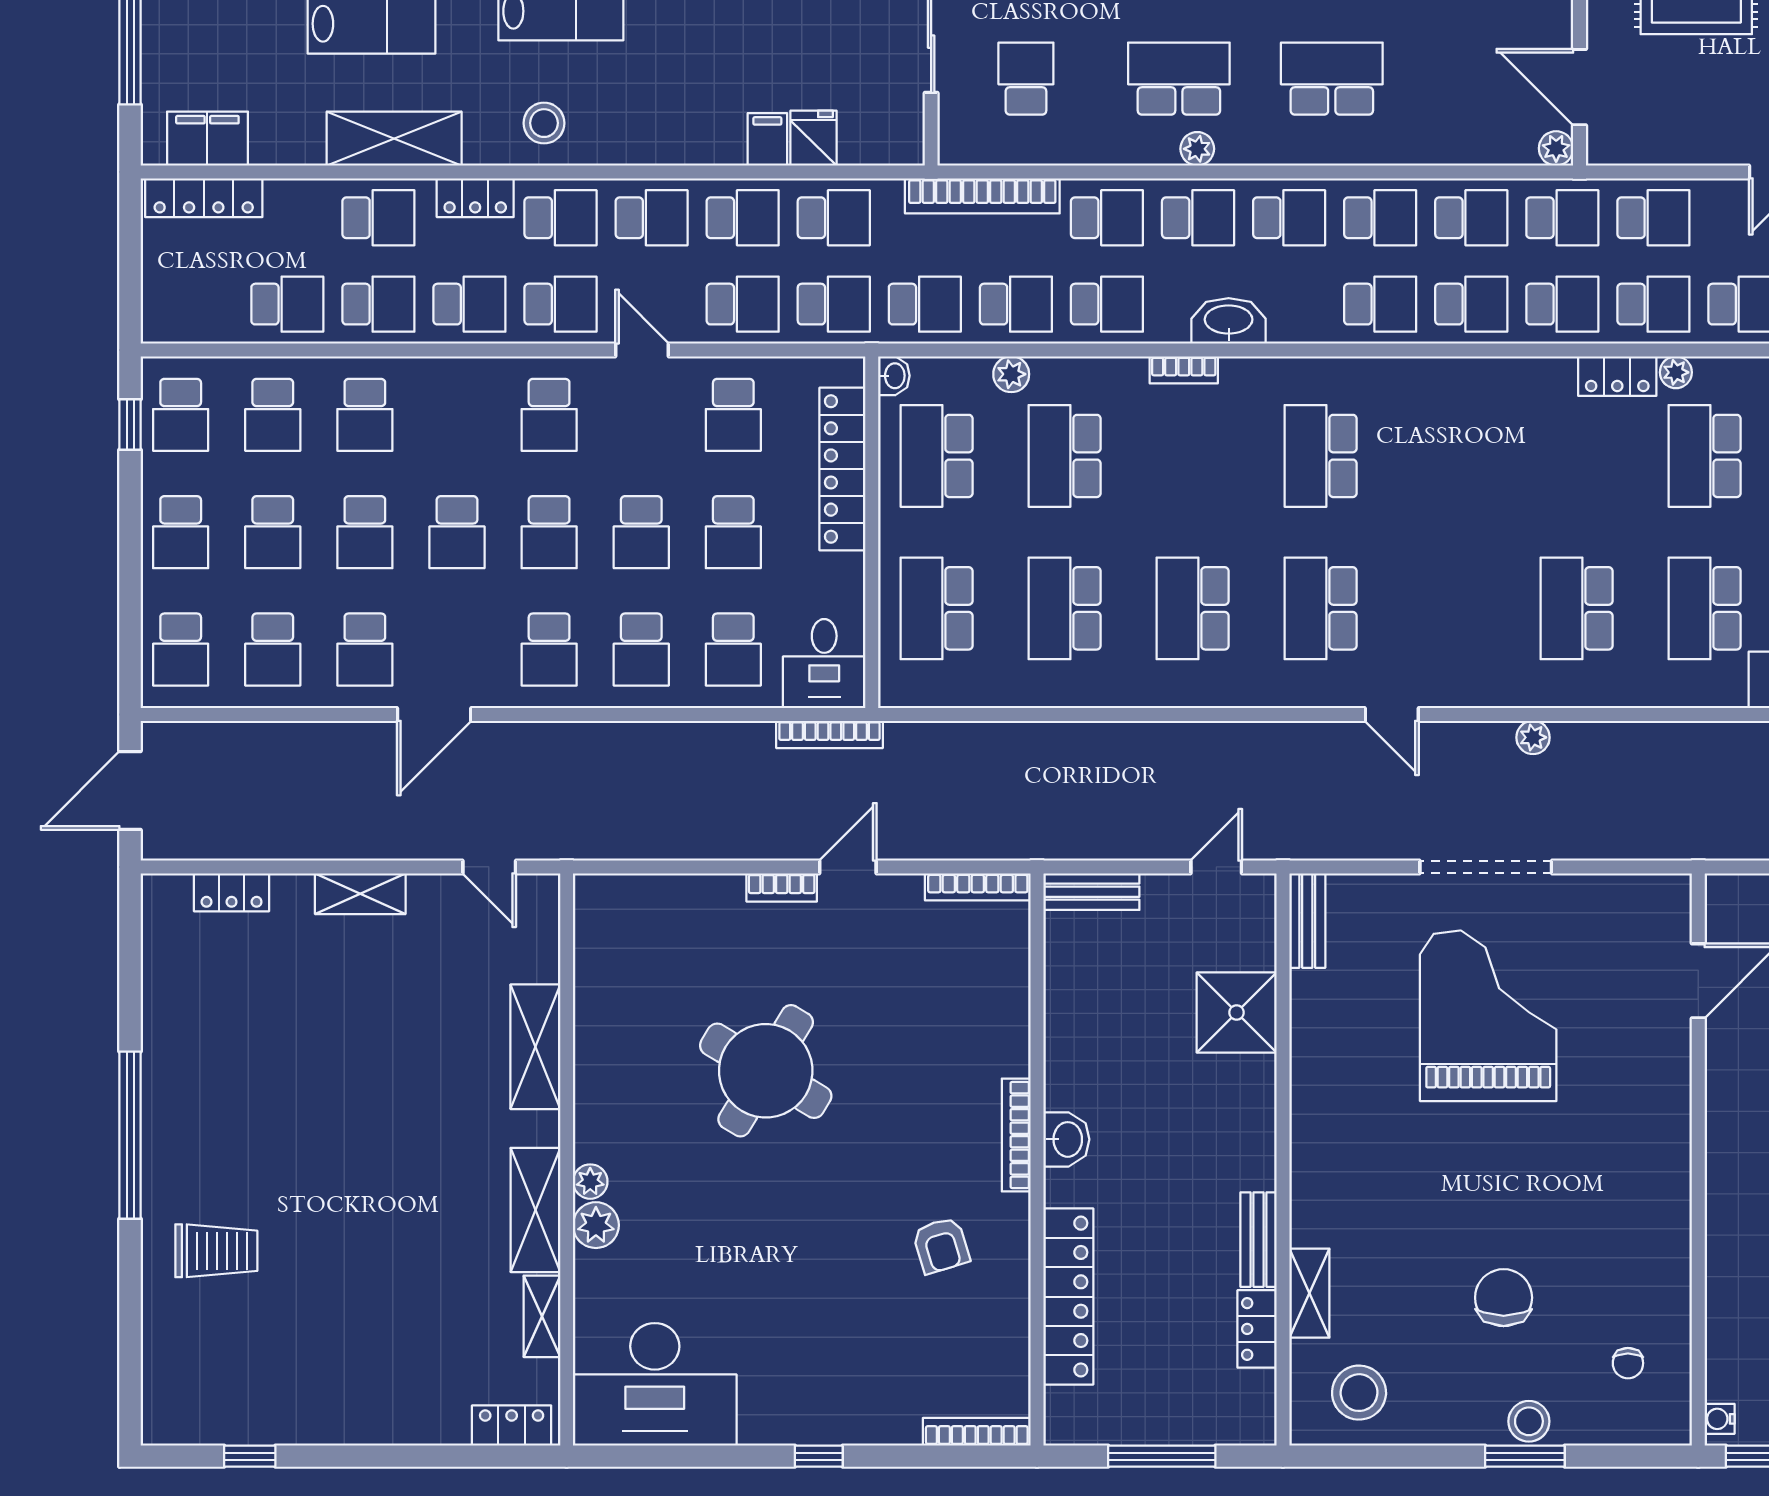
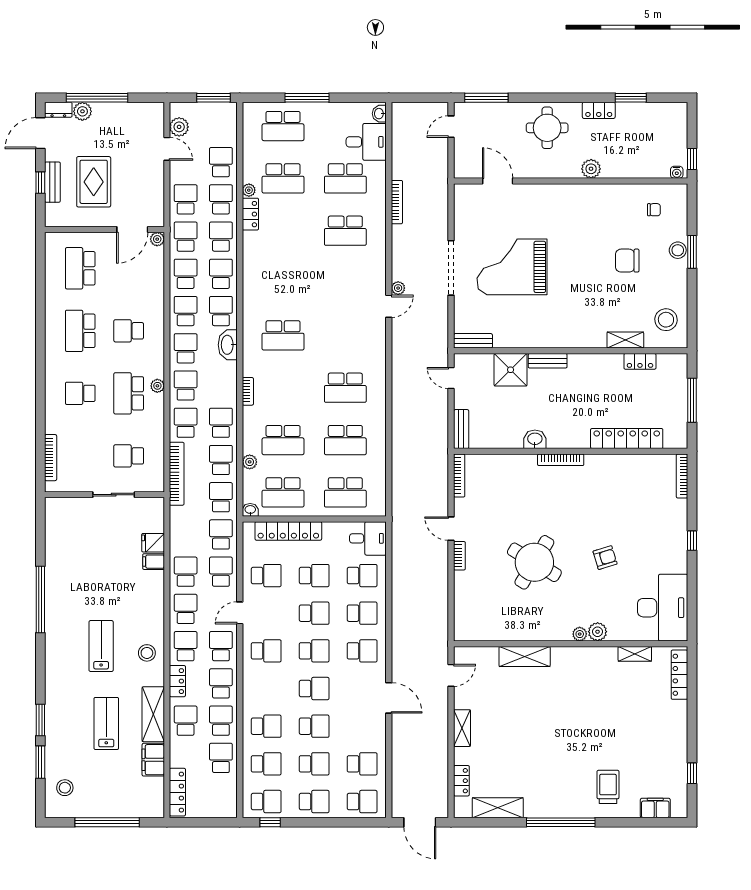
school desk: (1332, 79) -> (129, 331), width x0.54
filing cabinet: (207, 139) -> (153, 760), moved
school desk: (834, 218) -> (186, 534), removed
washbasin: (1229, 321) -> (228, 345), moved
school desk: (1321, 608) -> (345, 335), removed
school desk: (365, 649) -> (362, 726), removed
bookcase: (829, 734) -> (397, 202), moved
plant: (1533, 737) -> (398, 288), moved
washbasin: (1066, 1139) -> (535, 439), moved
plant: (1728, 1209) -> (591, 169), added
shelving: (535, 1210) -> (498, 808), moved
bench: (1259, 1240) -> (548, 361), moved
armchair: (941, 1245) -> (605, 558), moved
filing cabinet: (165, 1366) -> (655, 808), added
locker: (512, 1426) -> (679, 675), width x1.53

